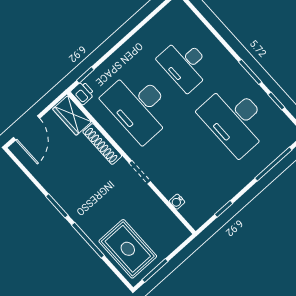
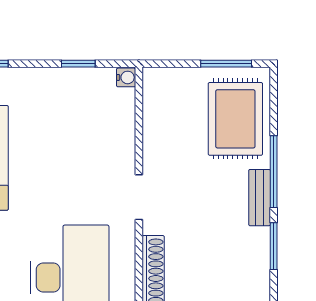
water cooler: (177, 202) -> (126, 77), moved
bench: (84, 222) -> (260, 198), added

